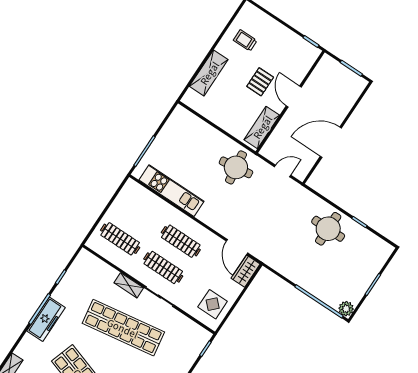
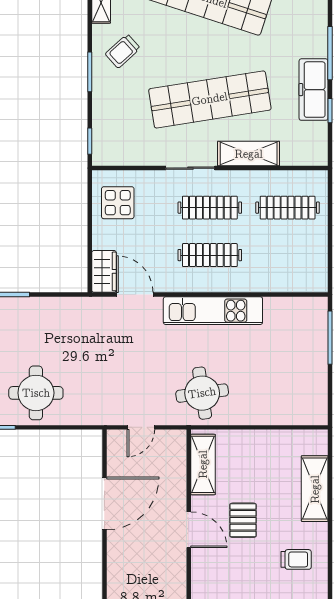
kitchen unit: (172, 191) -> (213, 311), moved
shelving: (129, 285) -> (249, 154), width x1.50, depth x1.33
freezer: (46, 319) -> (313, 90), moved

